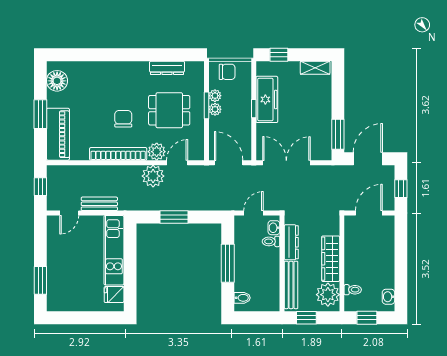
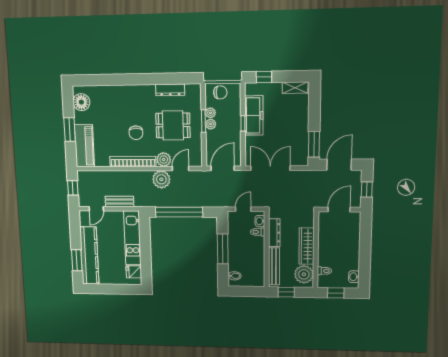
chair: (123, 119) -> (136, 133), turned 180
door: (229, 163) -> (223, 168), hinge flipped
window: (174, 217) -> (179, 212), width x2.11
kitchen counter: (57, 274) -> (89, 255), added

